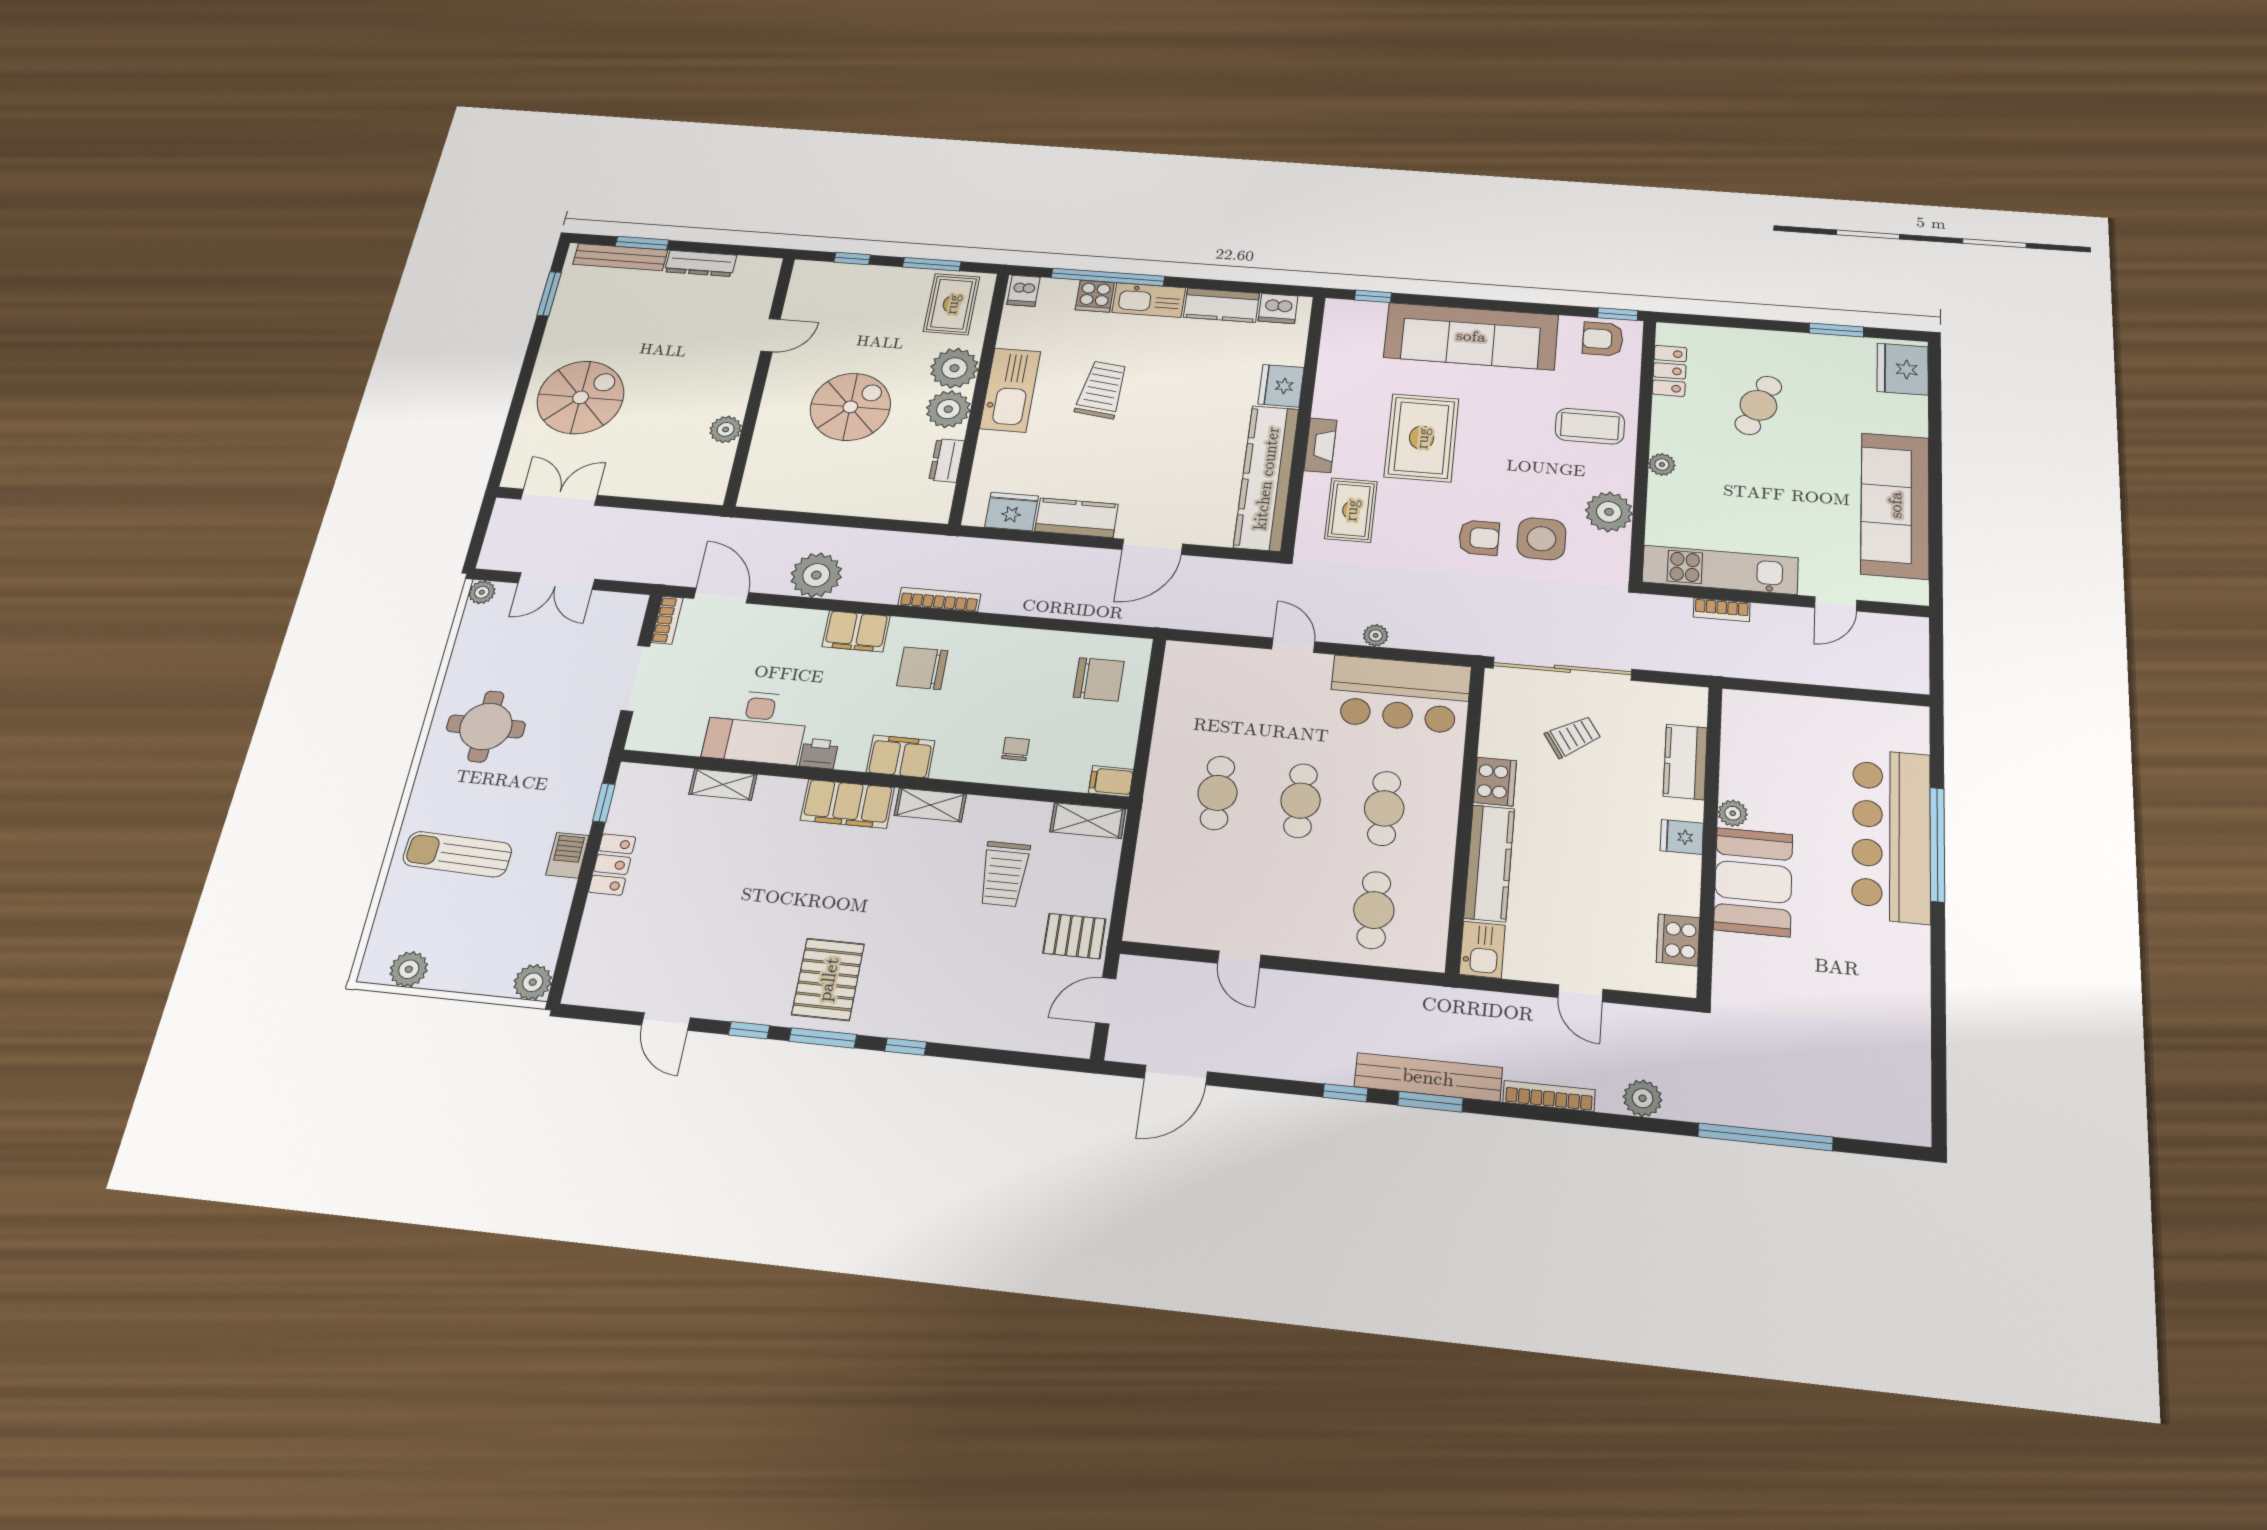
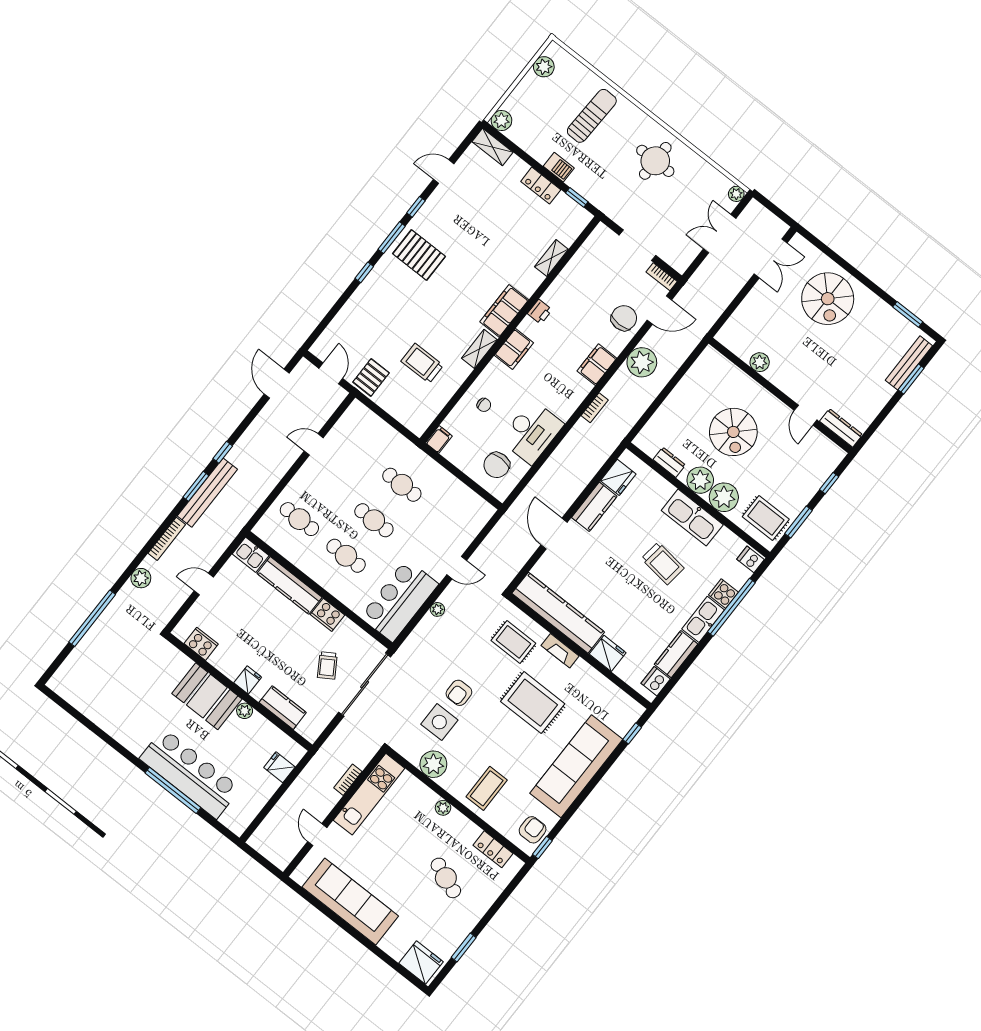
dresser: (701, 263) -> (841, 428), moved, turned 90
bookcase: (939, 600) -> (595, 408), width x0.64
chair: (922, 668) -> (624, 318), moved
fridge: (1779, 713) -> (279, 767), added
desk: (756, 727) -> (532, 432), moved, turned 180
shelving: (1088, 821) -> (492, 147), moved, turned 90

